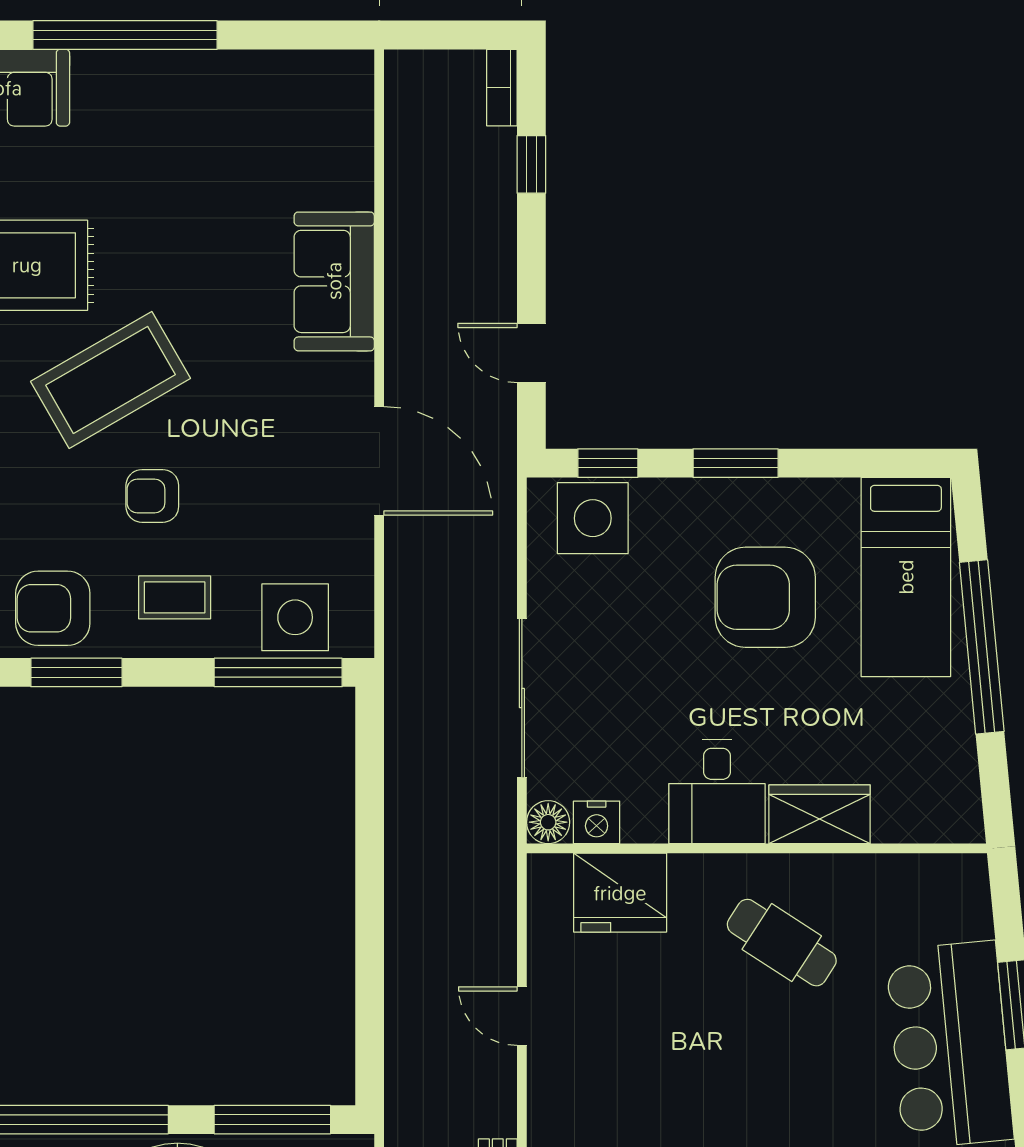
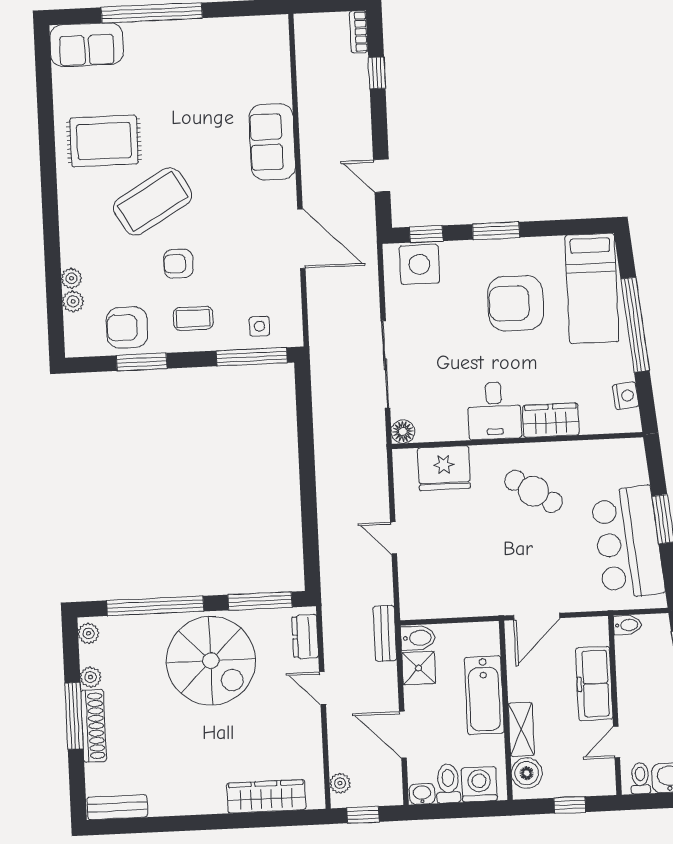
side table: (295, 617) -> (260, 326), width x0.54, depth x0.54
nightstand: (597, 822) -> (626, 396), moved, turned -95

